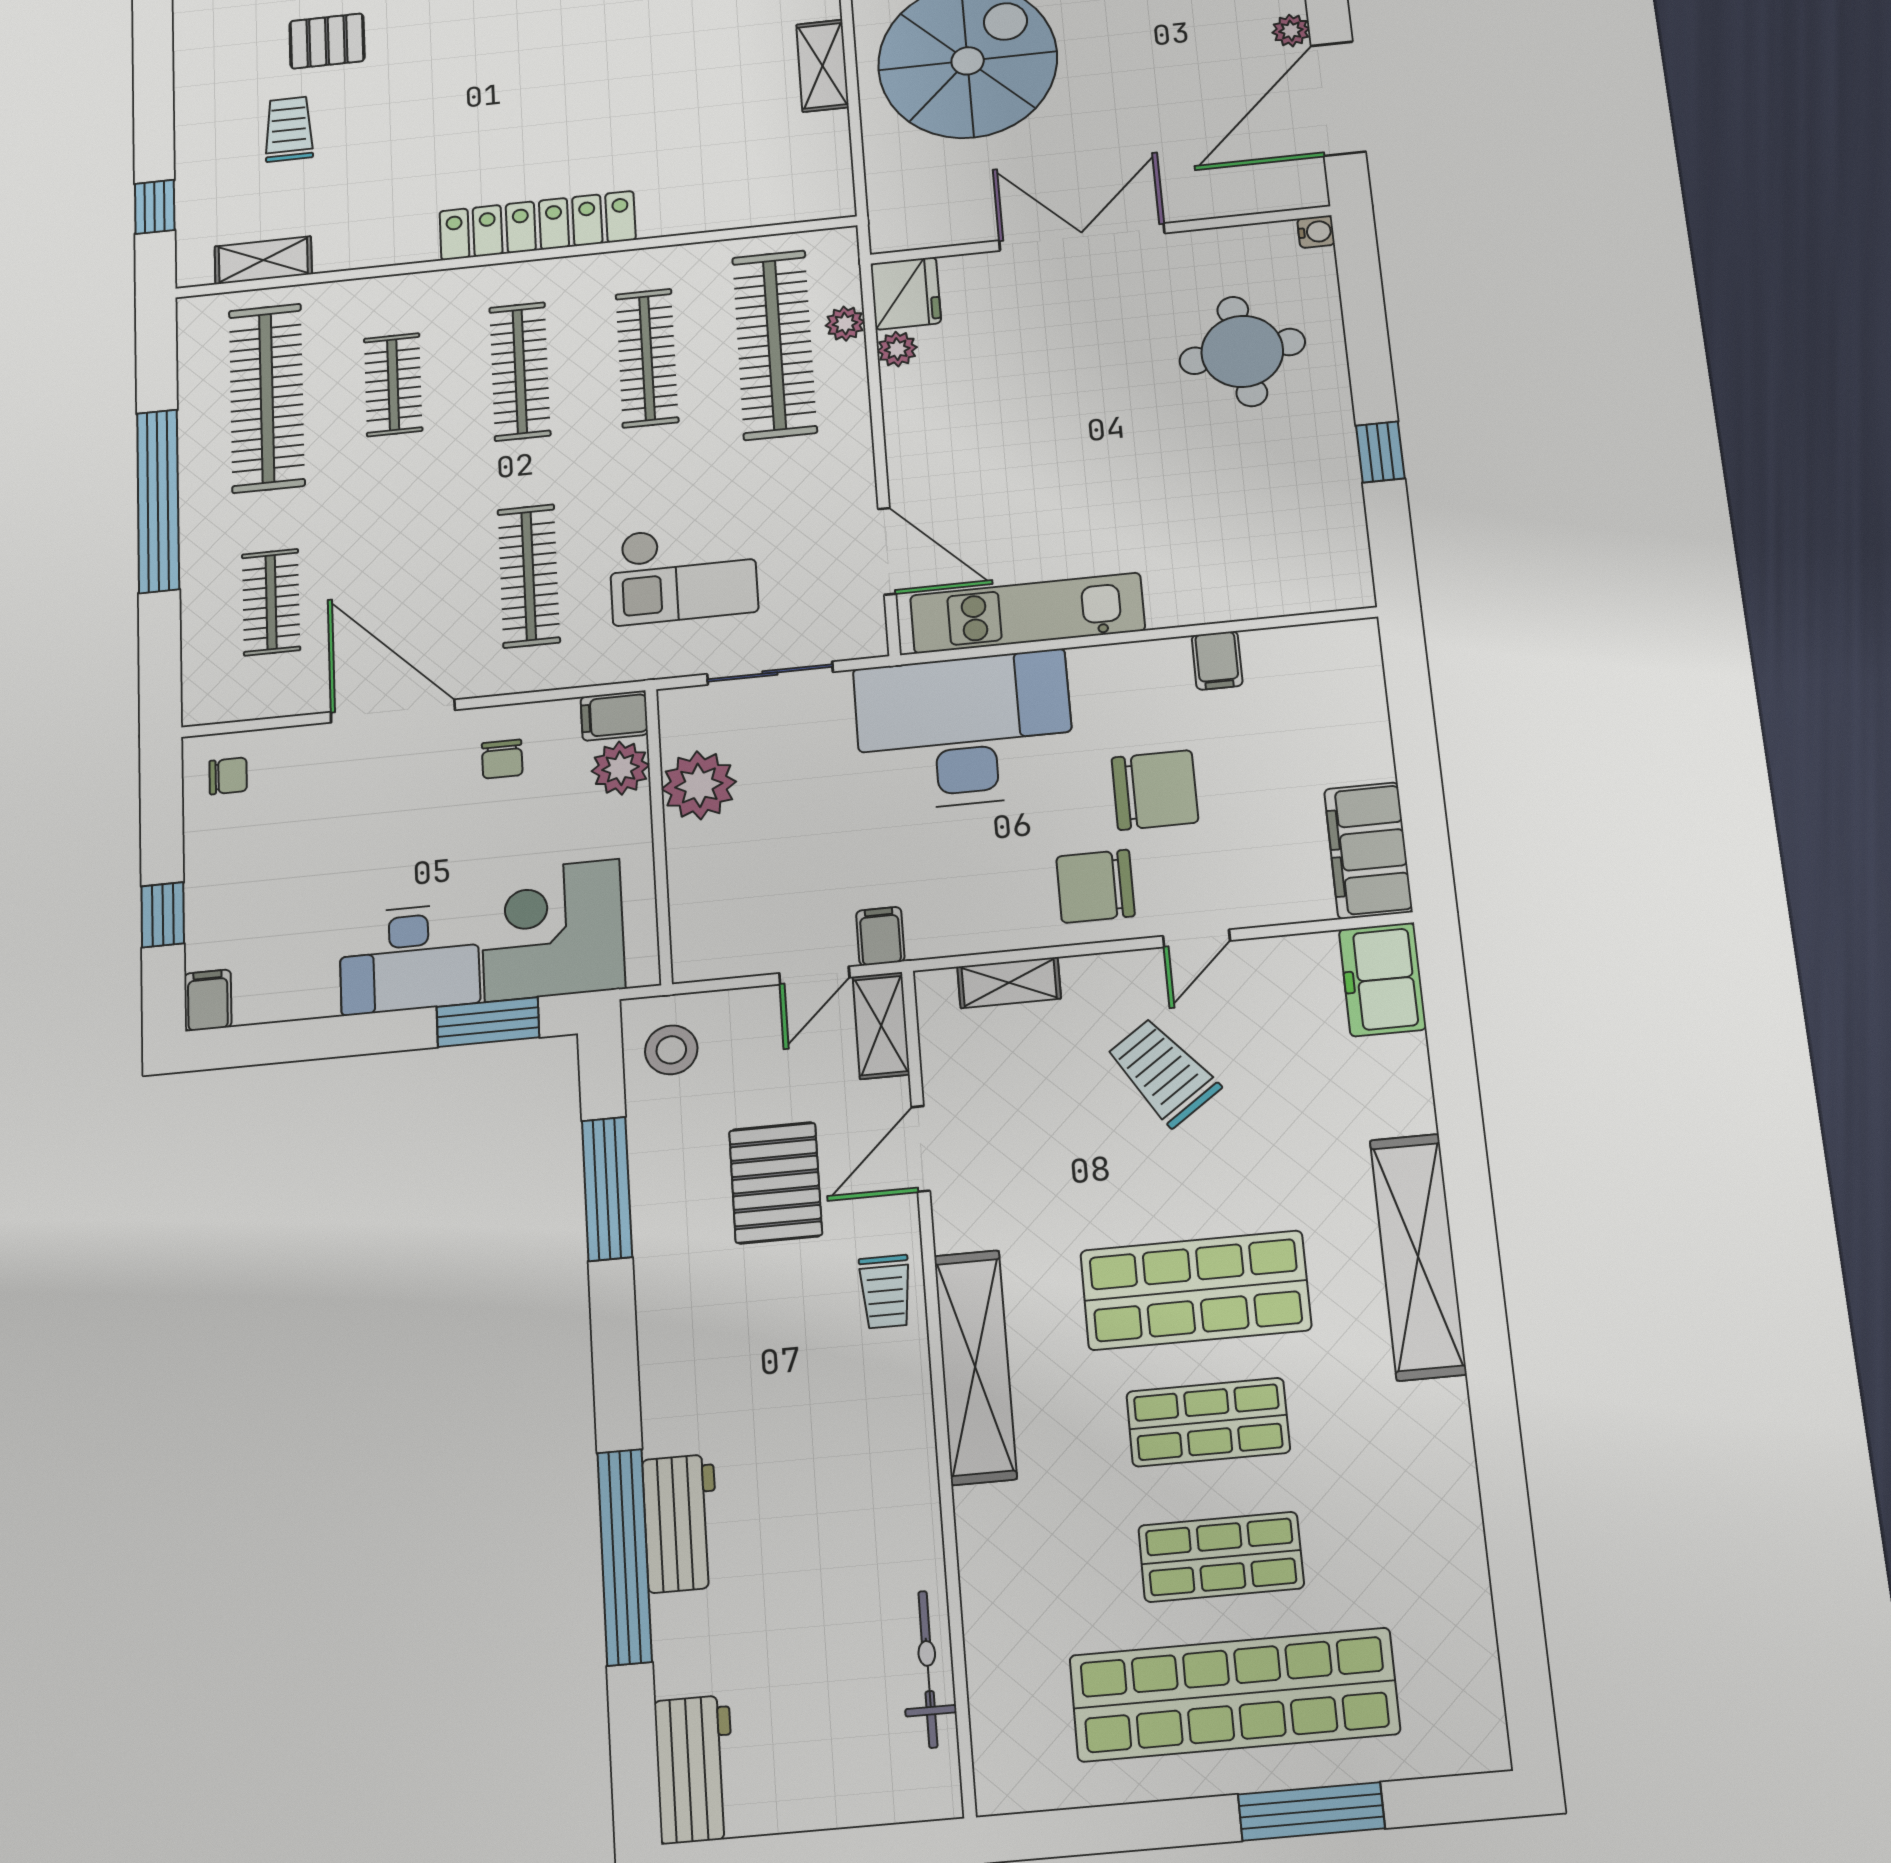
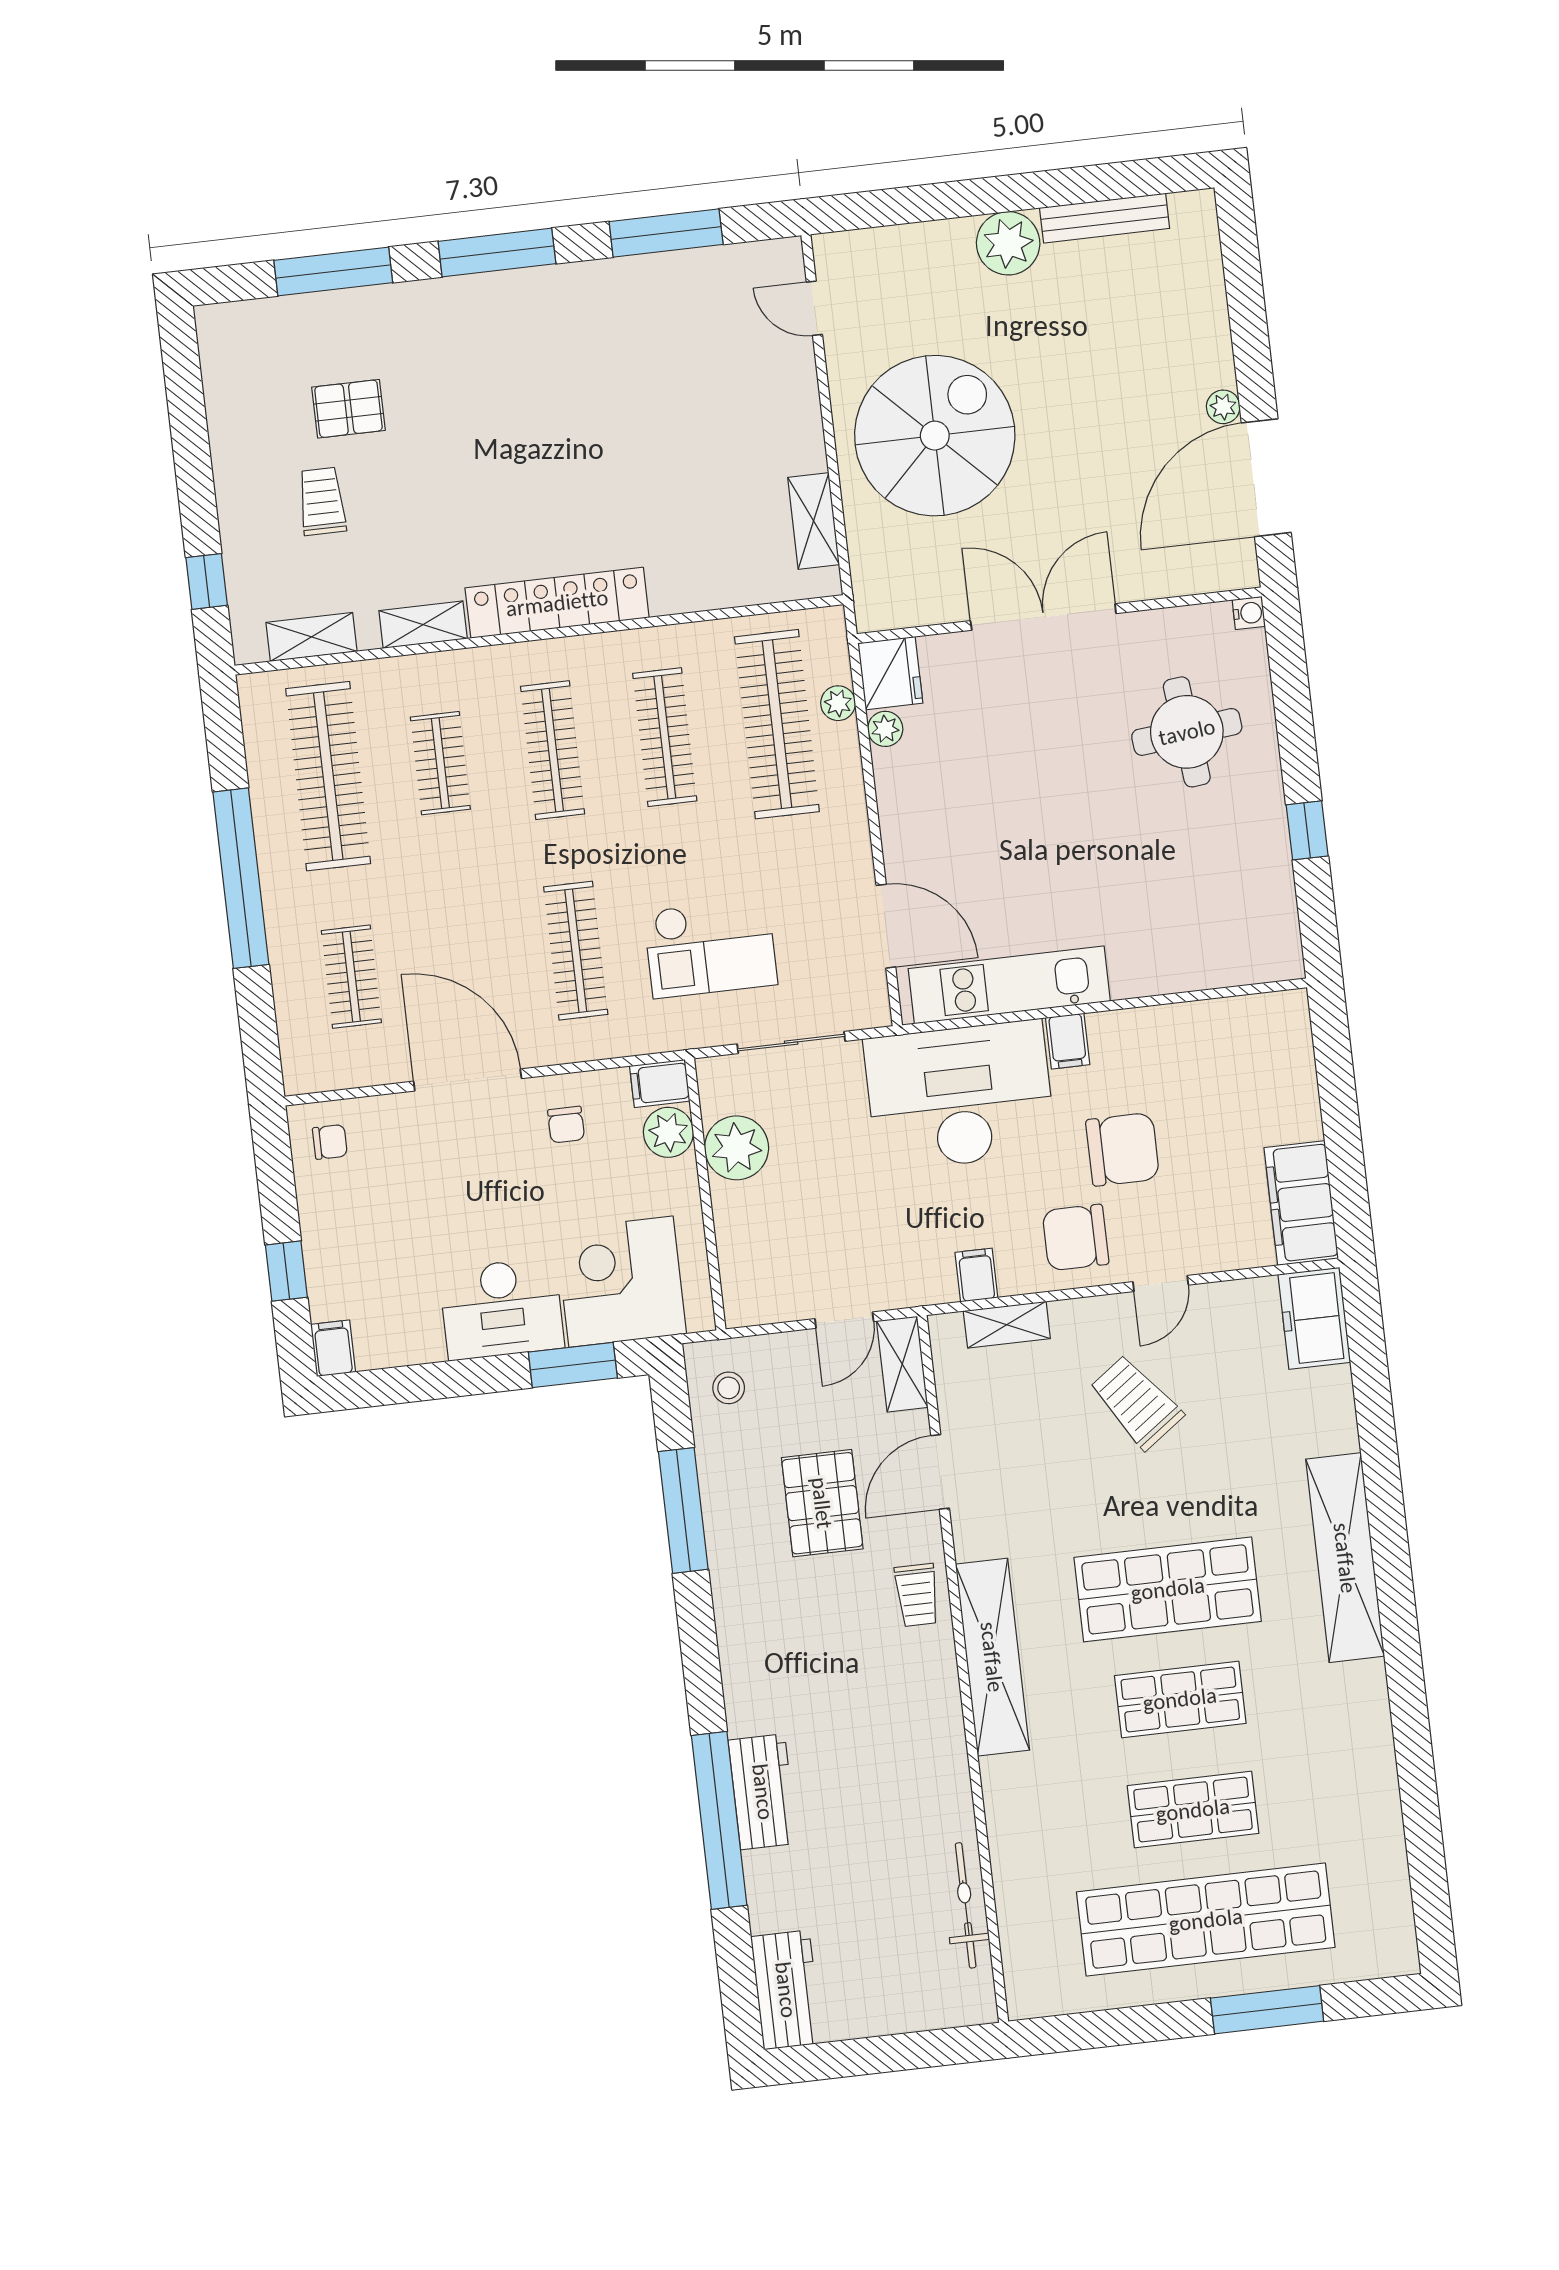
shelving: (822, 66) -> (814, 521), moved
shelving: (387, 248) -> (423, 625), added
filing cabinet: (1217, 661) -> (1068, 1041), moved
filing cabinet: (880, 936) -> (976, 1275), moved
stool: (671, 1050) -> (729, 1388), width x0.73, depth x0.73

